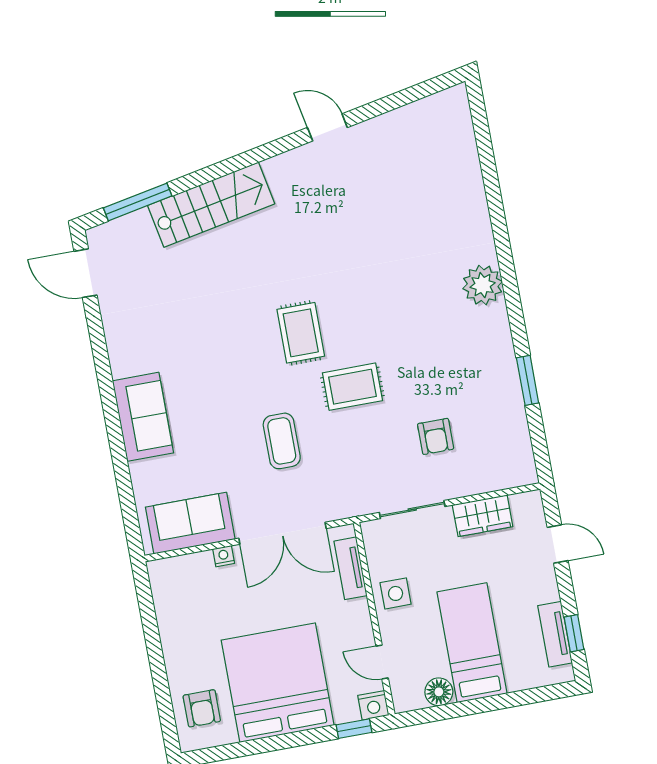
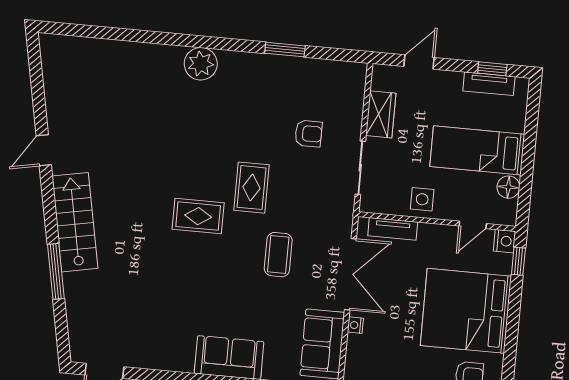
window: (138, 202) -> (56, 271), moved
stairs: (211, 205) -> (75, 222), moved
coffee table: (282, 441) -> (278, 255), turned 90

